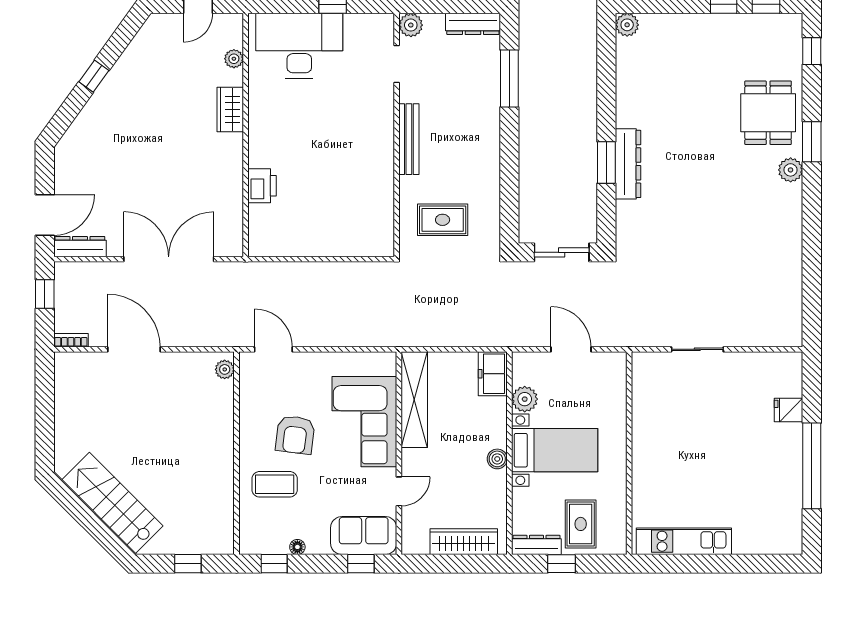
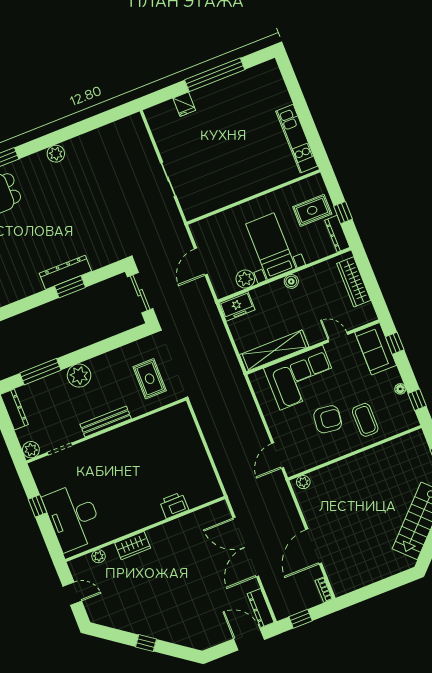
plant: (484, 128) -> (79, 376), added
plant: (791, 170) -> (56, 154), moved

